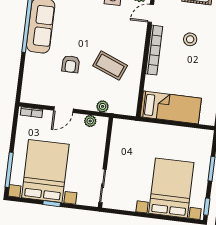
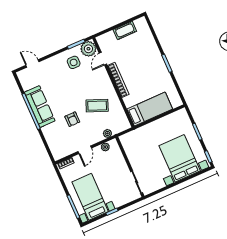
stool: (190, 39) -> (137, 60), removed
bed with nightstands: (45, 171) -> (90, 197), width x0.73

